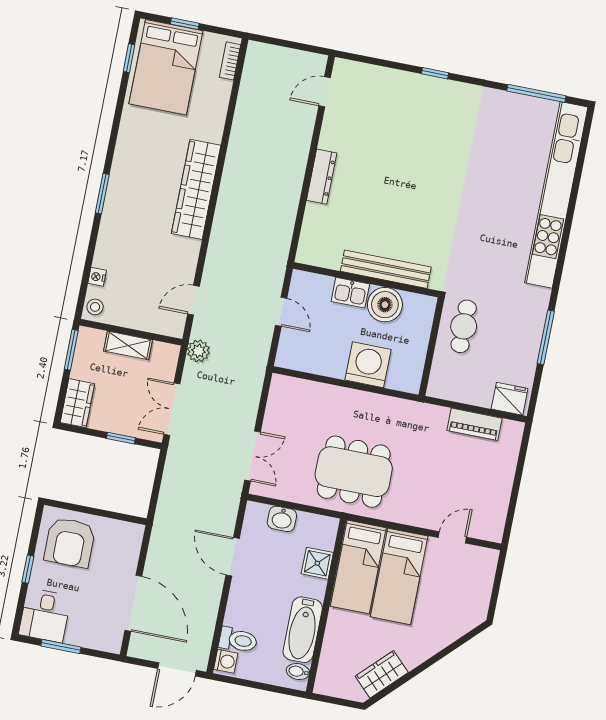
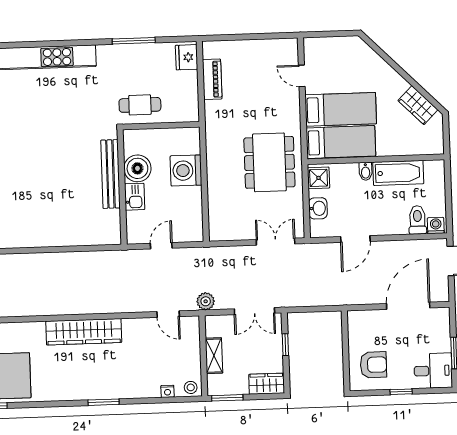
dresser: (322, 177) -> (52, 239), removed
armchair: (70, 542) -> (373, 365), width x0.73, depth x0.73
shower: (317, 563) -> (319, 178), moved
bidet: (298, 672) -> (366, 171), moved

